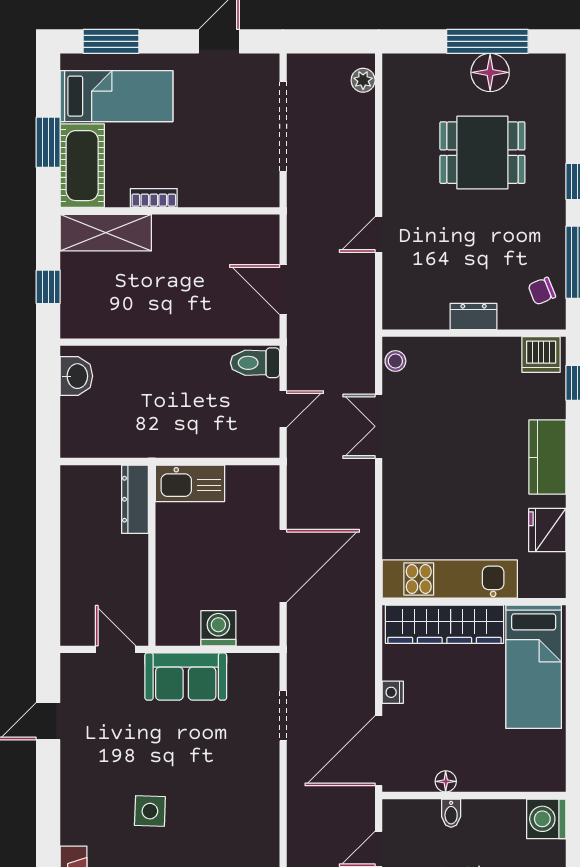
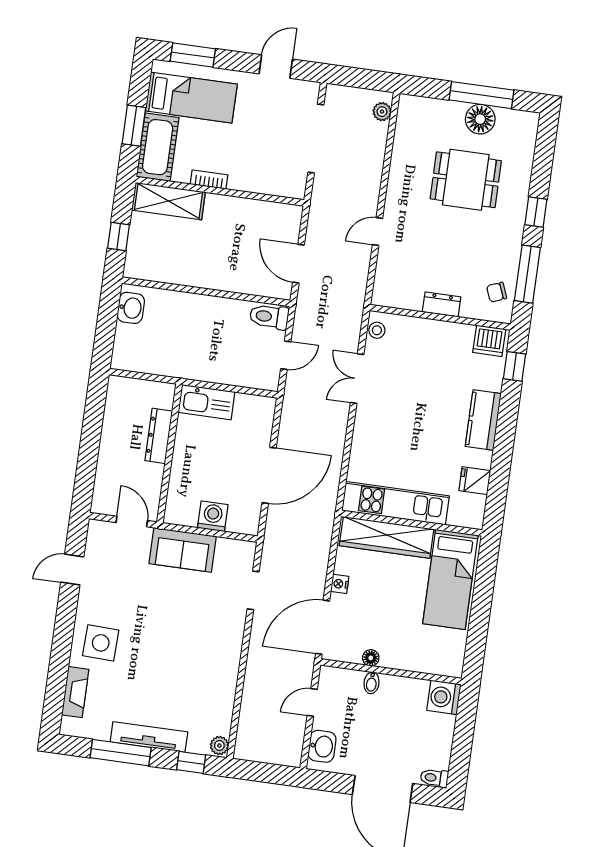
dresser: (135, 499) -> (159, 436), moved
fridge: (547, 530) -> (475, 481), width x0.72
side table: (150, 811) -> (101, 643), moved, width x1.37, depth x1.37

